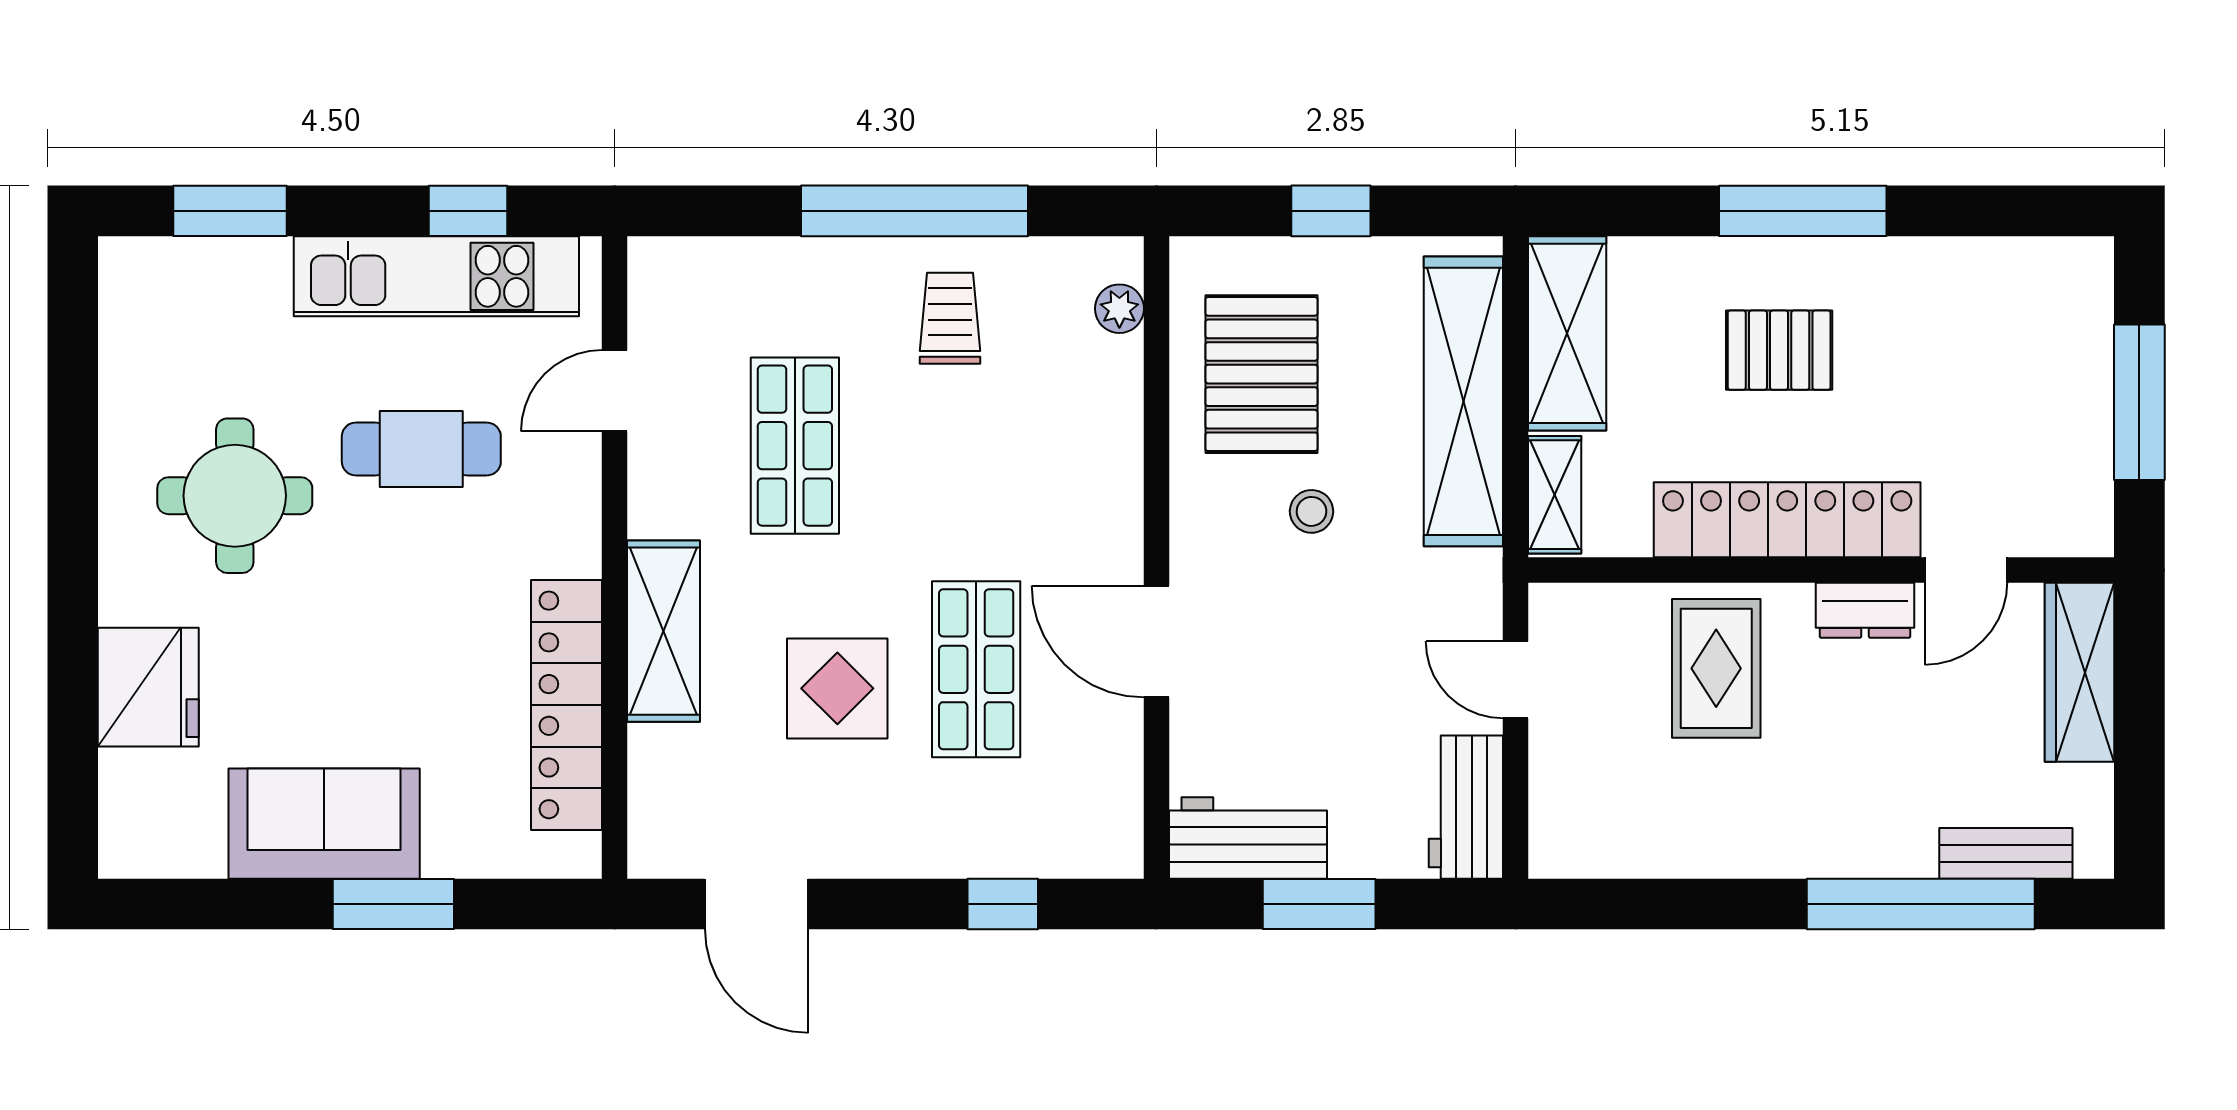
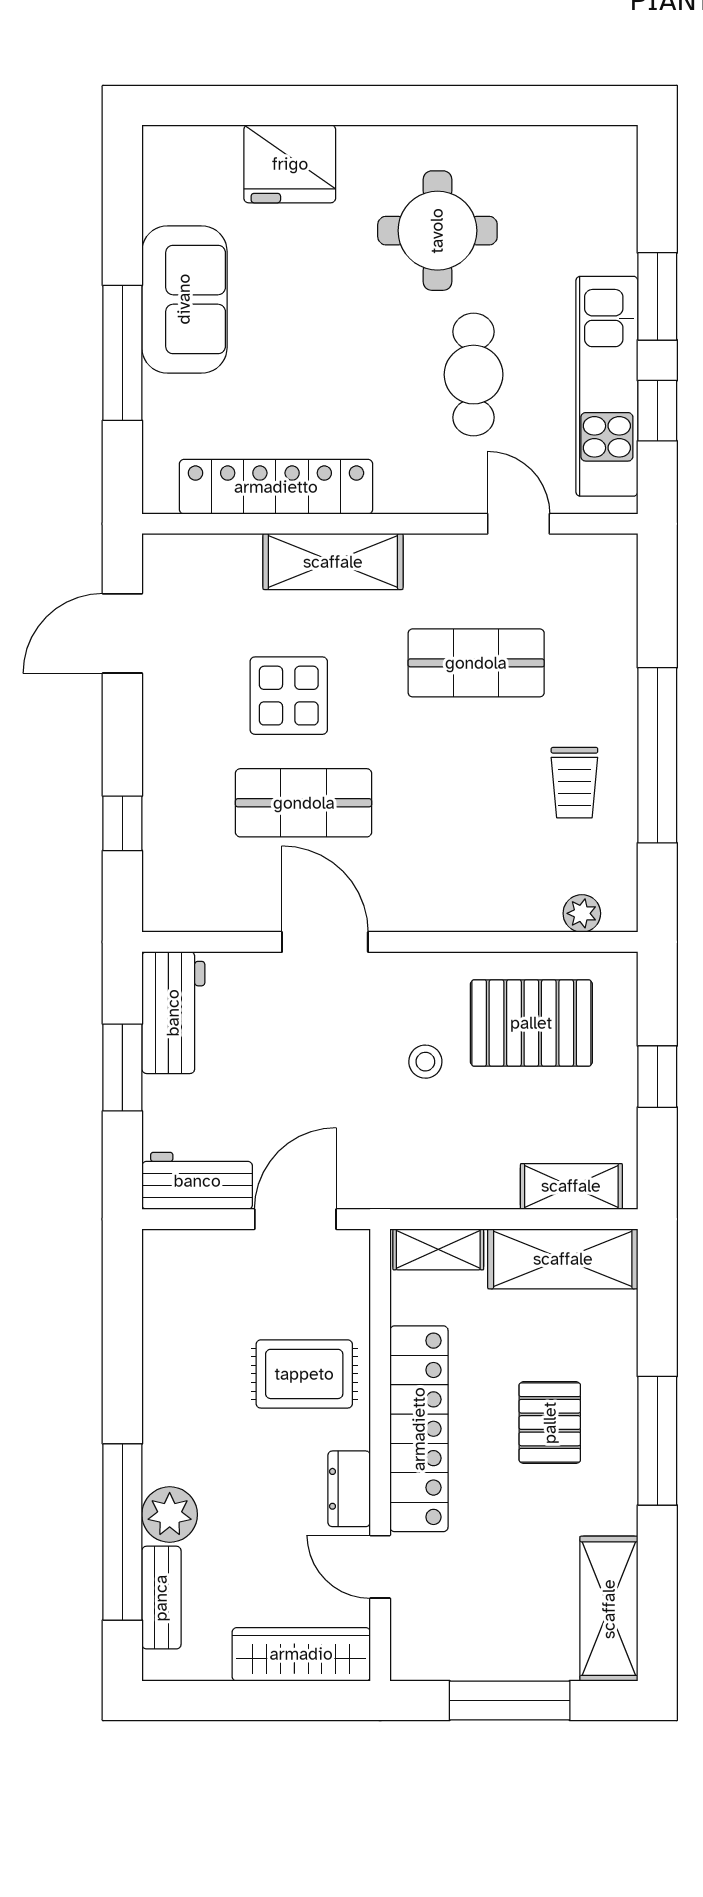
window: (230, 211) -> (657, 296), moved
shelving: (2020, 274) -> (609, 1609), added
trolley: (950, 318) -> (574, 783), turned 90
shelving: (1463, 401) -> (571, 1186), width x0.45, depth x0.75
door: (1156, 642) -> (325, 942), hinge flipped
door: (1516, 680) -> (295, 1219), width x1.38
plant: (1898, 843) -> (170, 1515), added
window: (393, 904) -> (122, 353), width x1.44

